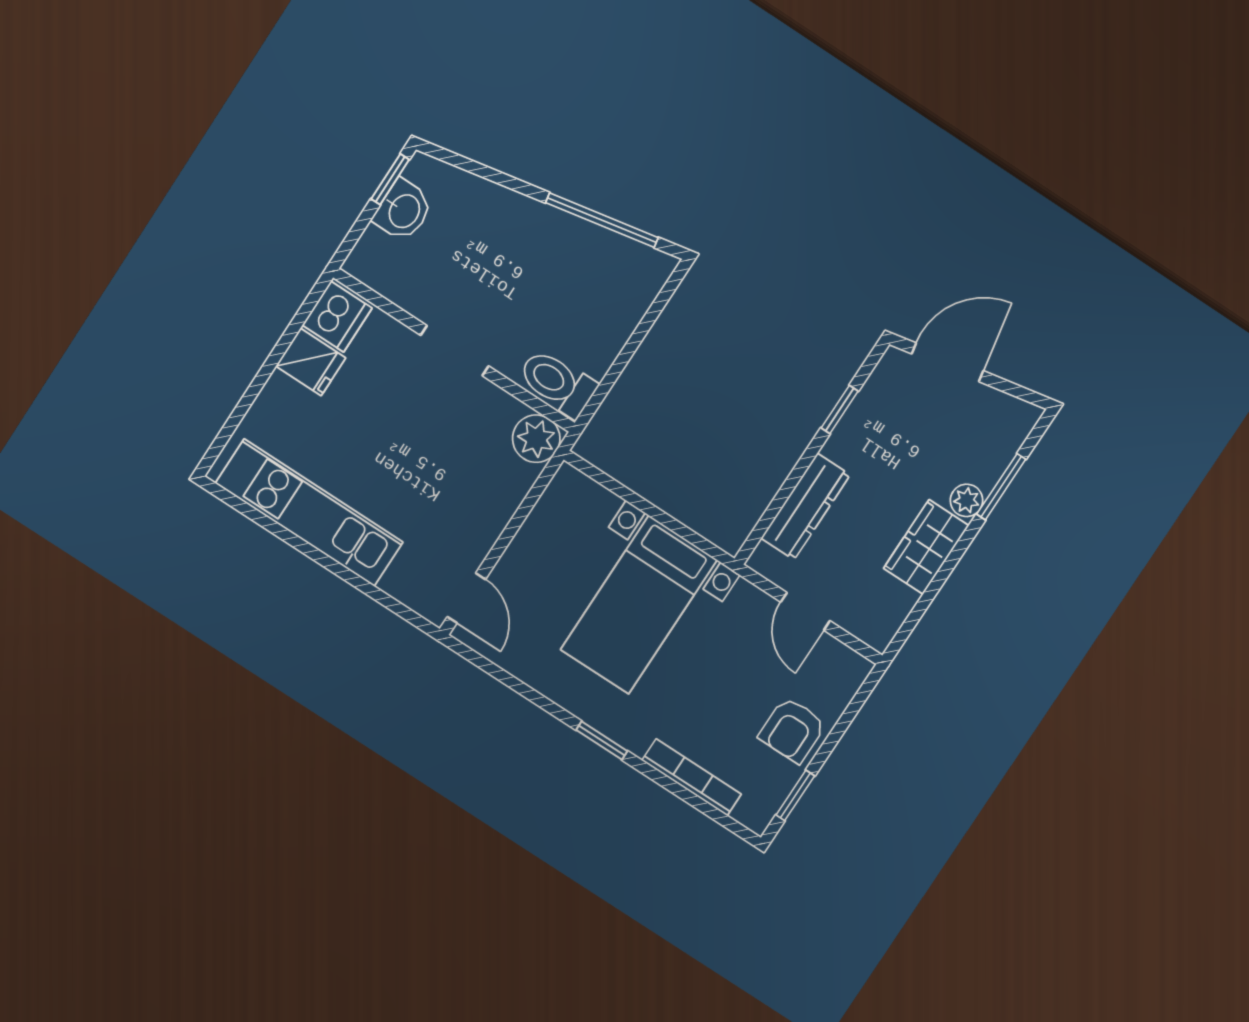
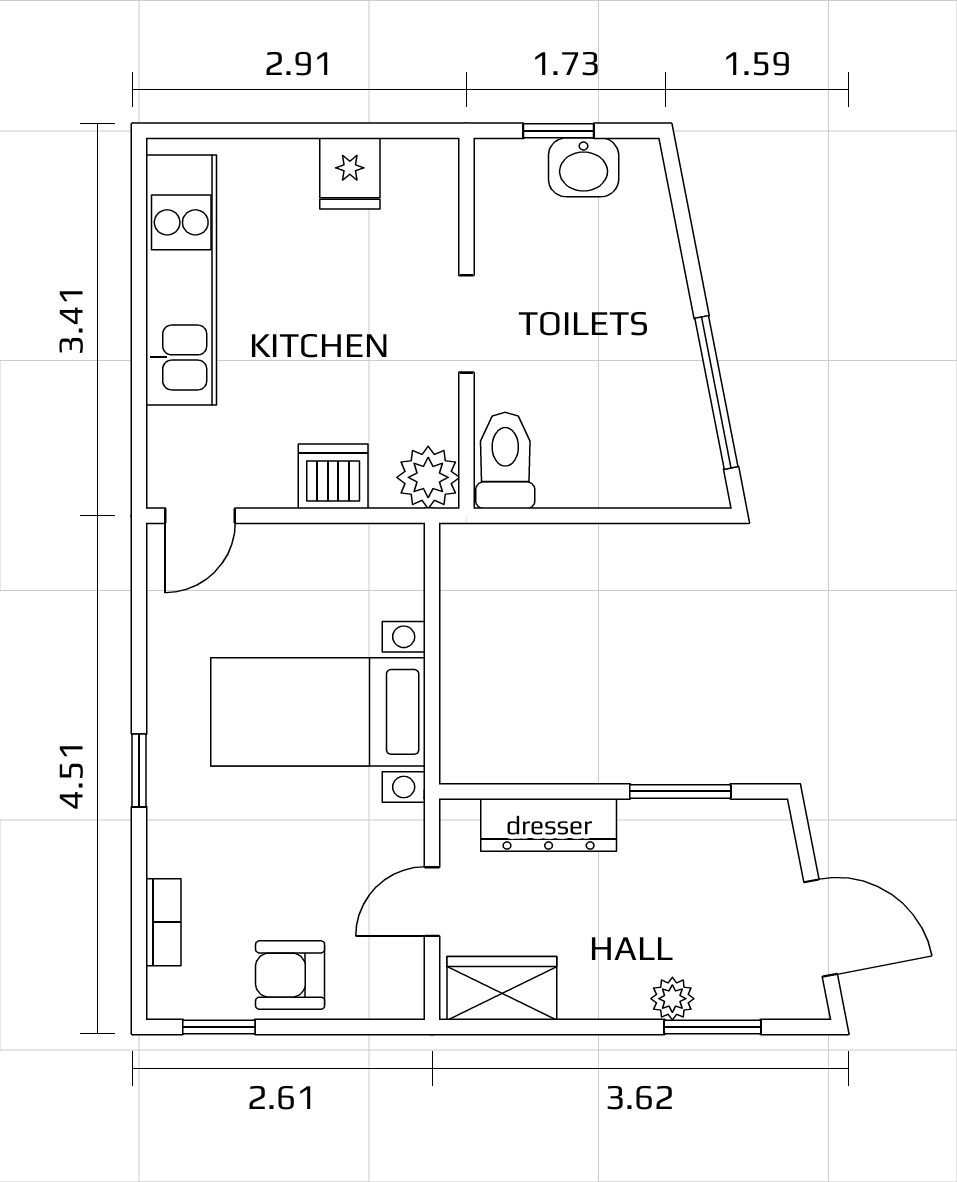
window: (390, 179) -> (559, 131), moved
dishwasher: (337, 317) -> (333, 476), moved, turned 180
door: (947, 362) -> (821, 928), moved
window: (840, 410) -> (680, 791), width x1.50
wardrobe: (926, 547) -> (502, 988), moved
bookcase: (692, 777) -> (163, 922), width x0.64

